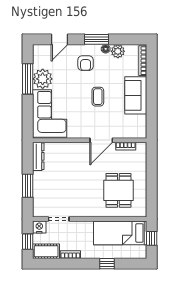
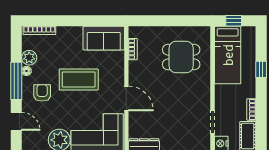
window: (97, 39) -> (16, 81), width x1.44
armchair: (86, 63) -> (42, 93), turned -90
sofa: (136, 95) -> (104, 38), moved
coffee table: (98, 97) -> (79, 80), width x1.86, depth x1.72
door: (101, 140) -> (126, 98), moved

